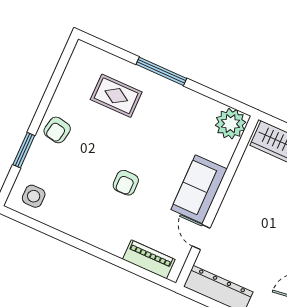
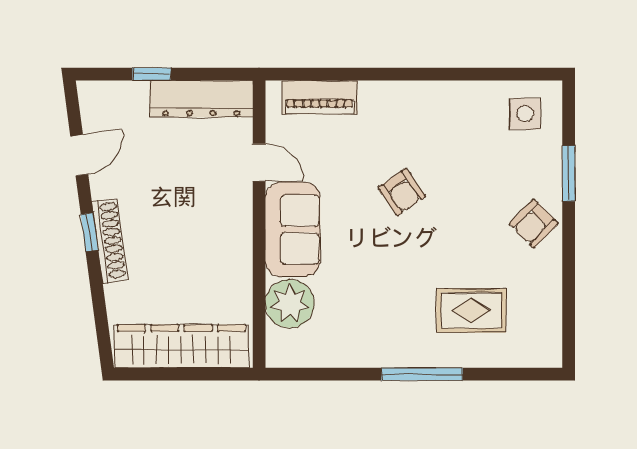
plant: (230, 124) -> (290, 304), moved
armchair: (57, 130) -> (534, 224), turned -146
armchair: (126, 183) -> (402, 192), turned 145

